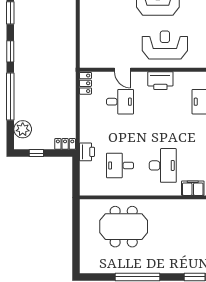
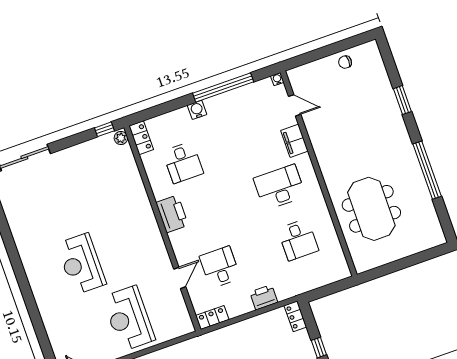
reception desk: (165, 45) -> (129, 318), moved
printer: (160, 81) -> (172, 214), moved
printer: (87, 152) -> (264, 297), moved

